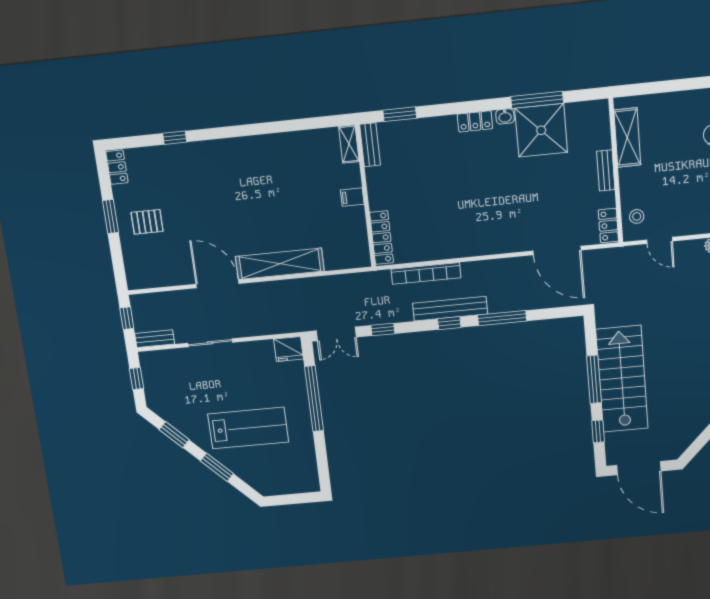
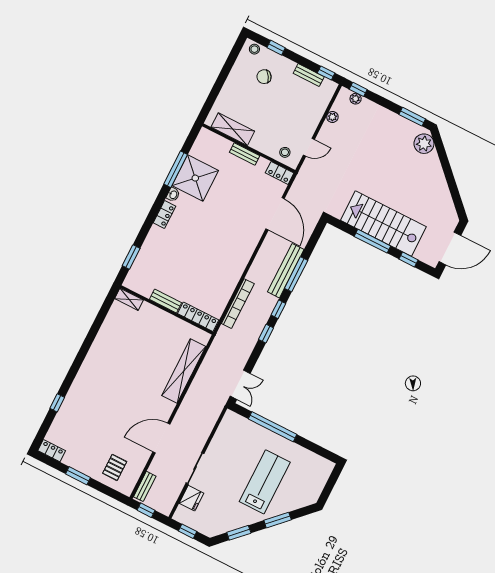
bench: (370, 145) -> (165, 301), moved
filing cabinet: (352, 197) -> (162, 318), removed
pallet: (147, 222) -> (115, 467), moved
door: (557, 251) -> (275, 214), hinge flipped
shelving: (280, 264) -> (184, 371), moved
bench: (450, 309) -> (286, 271), moved
window: (383, 329) -> (266, 334), moved
bench: (155, 339) -> (145, 486), moved
fridge: (289, 349) -> (191, 498), moved

